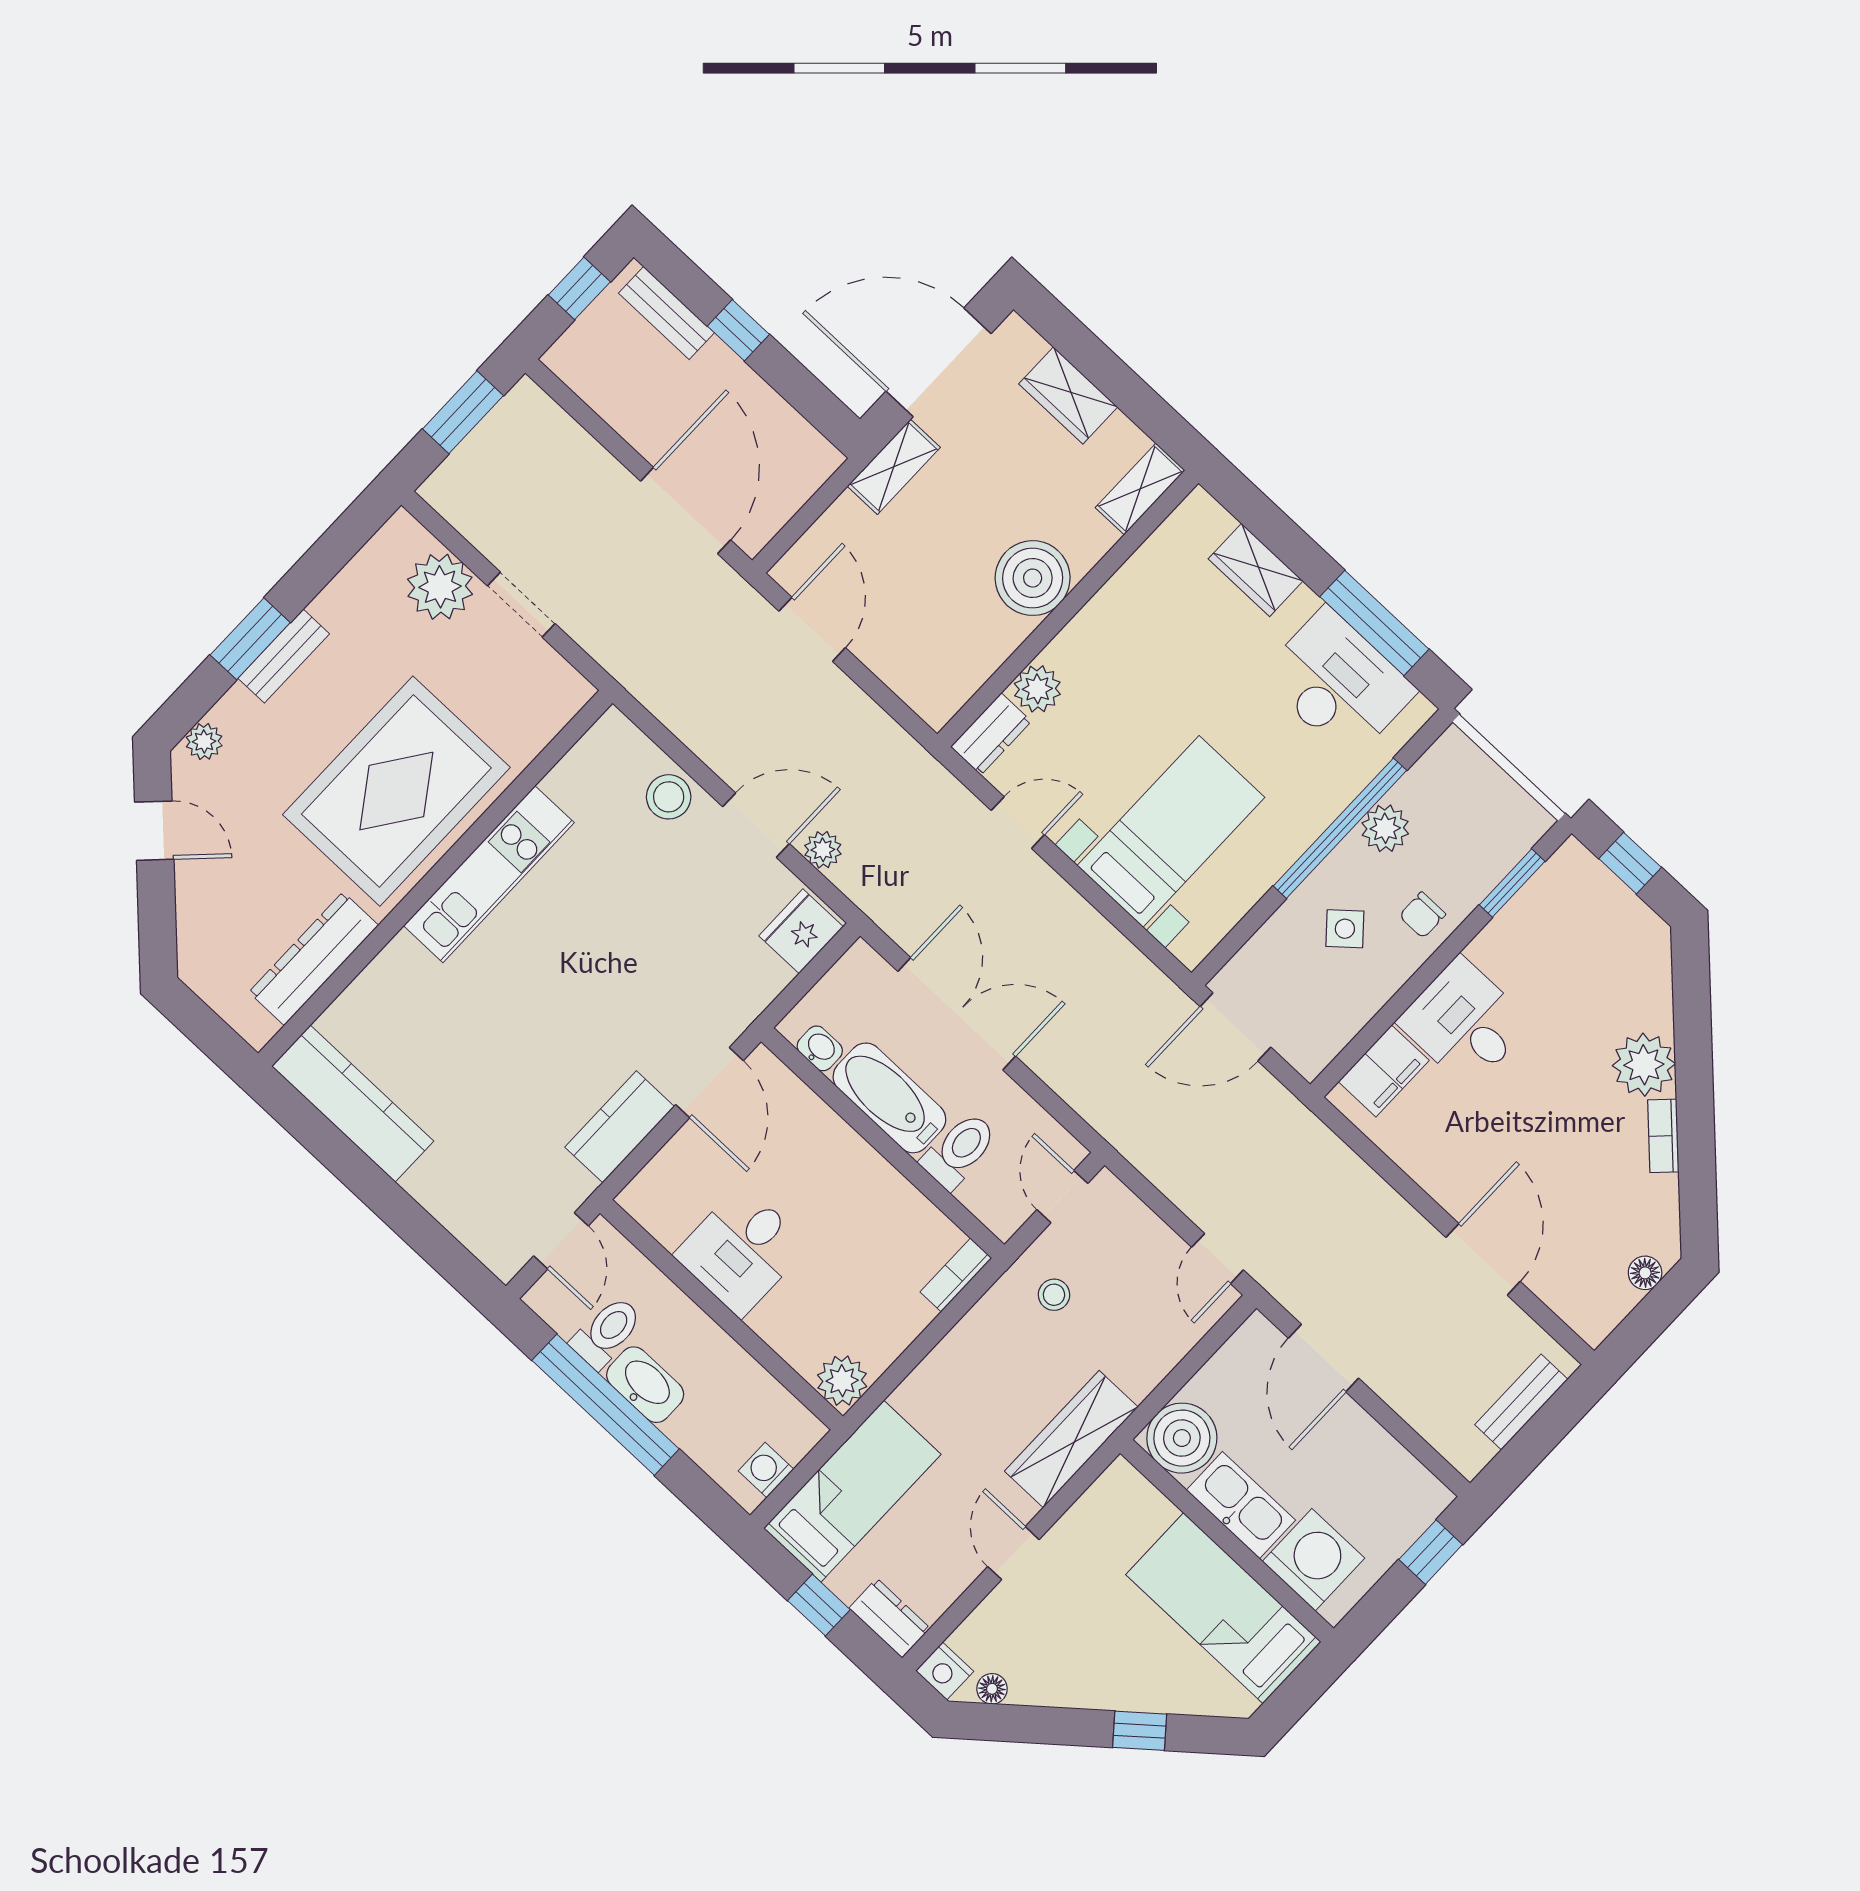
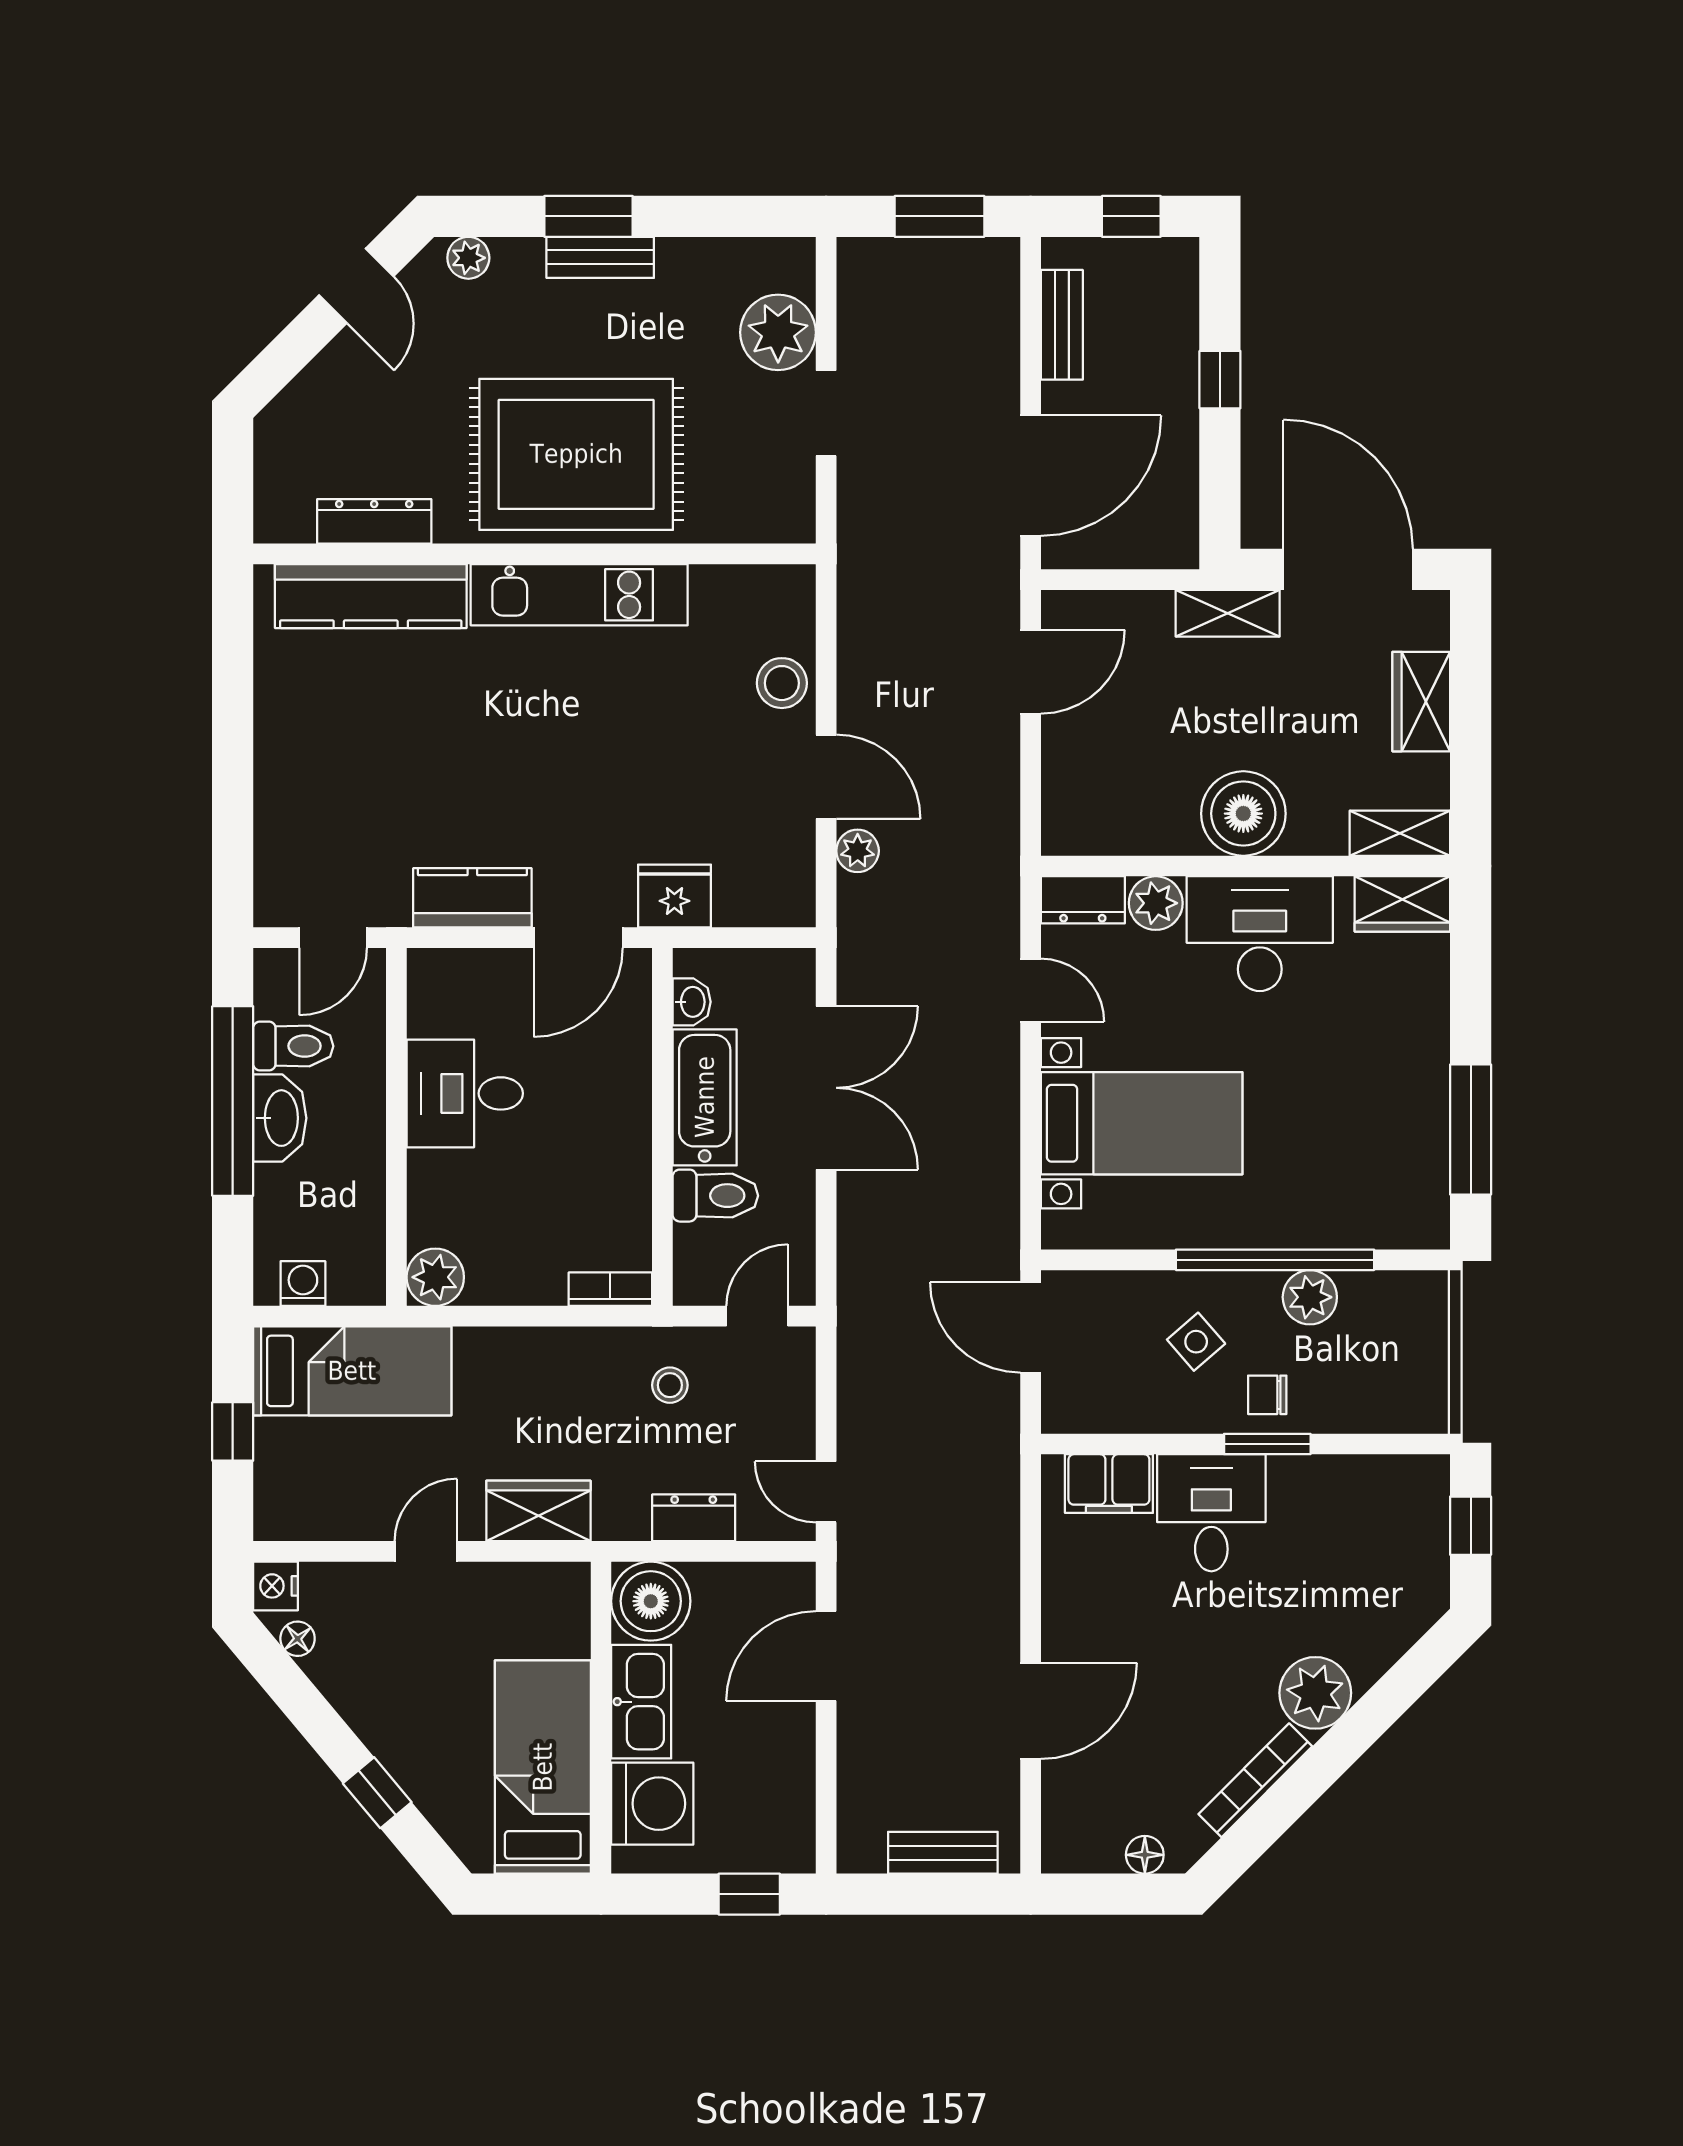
bench: (666, 313) -> (1062, 325), moved
wardrobe: (1256, 570) -> (1402, 904), moved, turned -90
desk: (1338, 683) -> (1260, 934), moved, turned -90
window: (1512, 883) -> (1267, 1444), moved
fridge: (801, 931) -> (674, 896), moved
dresser: (314, 959) -> (374, 521), width x0.73, depth x0.80
kitchen counter: (353, 1104) -> (371, 596), moved, turned 90
bookcase: (1663, 1136) -> (1255, 1780), width x1.56
door: (1218, 1259) -> (826, 1492), hinge flipped
wardrobe: (1071, 1439) -> (538, 1511), width x0.67
dresser: (889, 1618) -> (694, 1518), moved, turned -90

